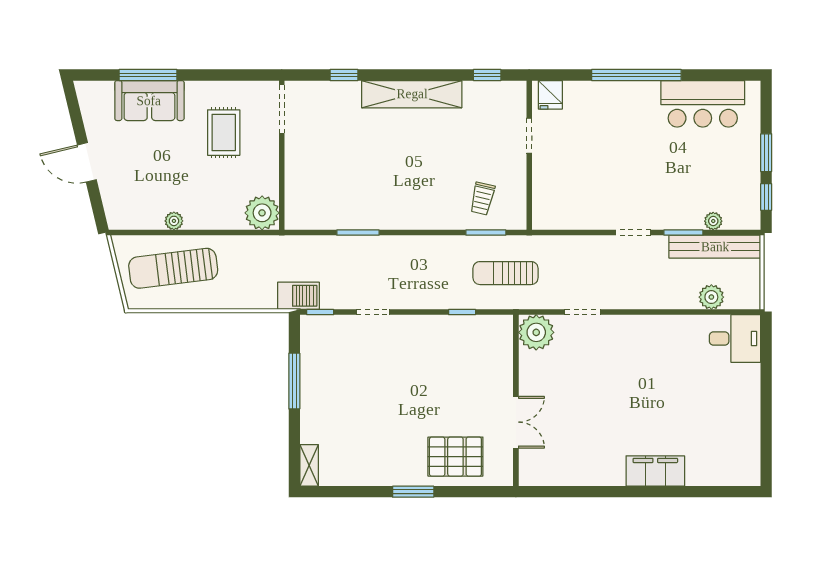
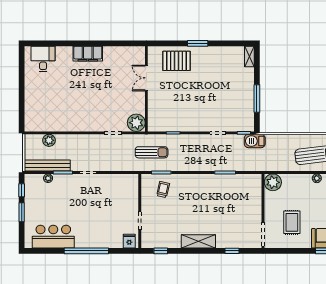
shelving: (412, 94) -> (198, 241), width x0.68
desk: (735, 339) -> (43, 59), moved, turned 90
filing cabinet: (655, 471) -> (88, 54), moved

